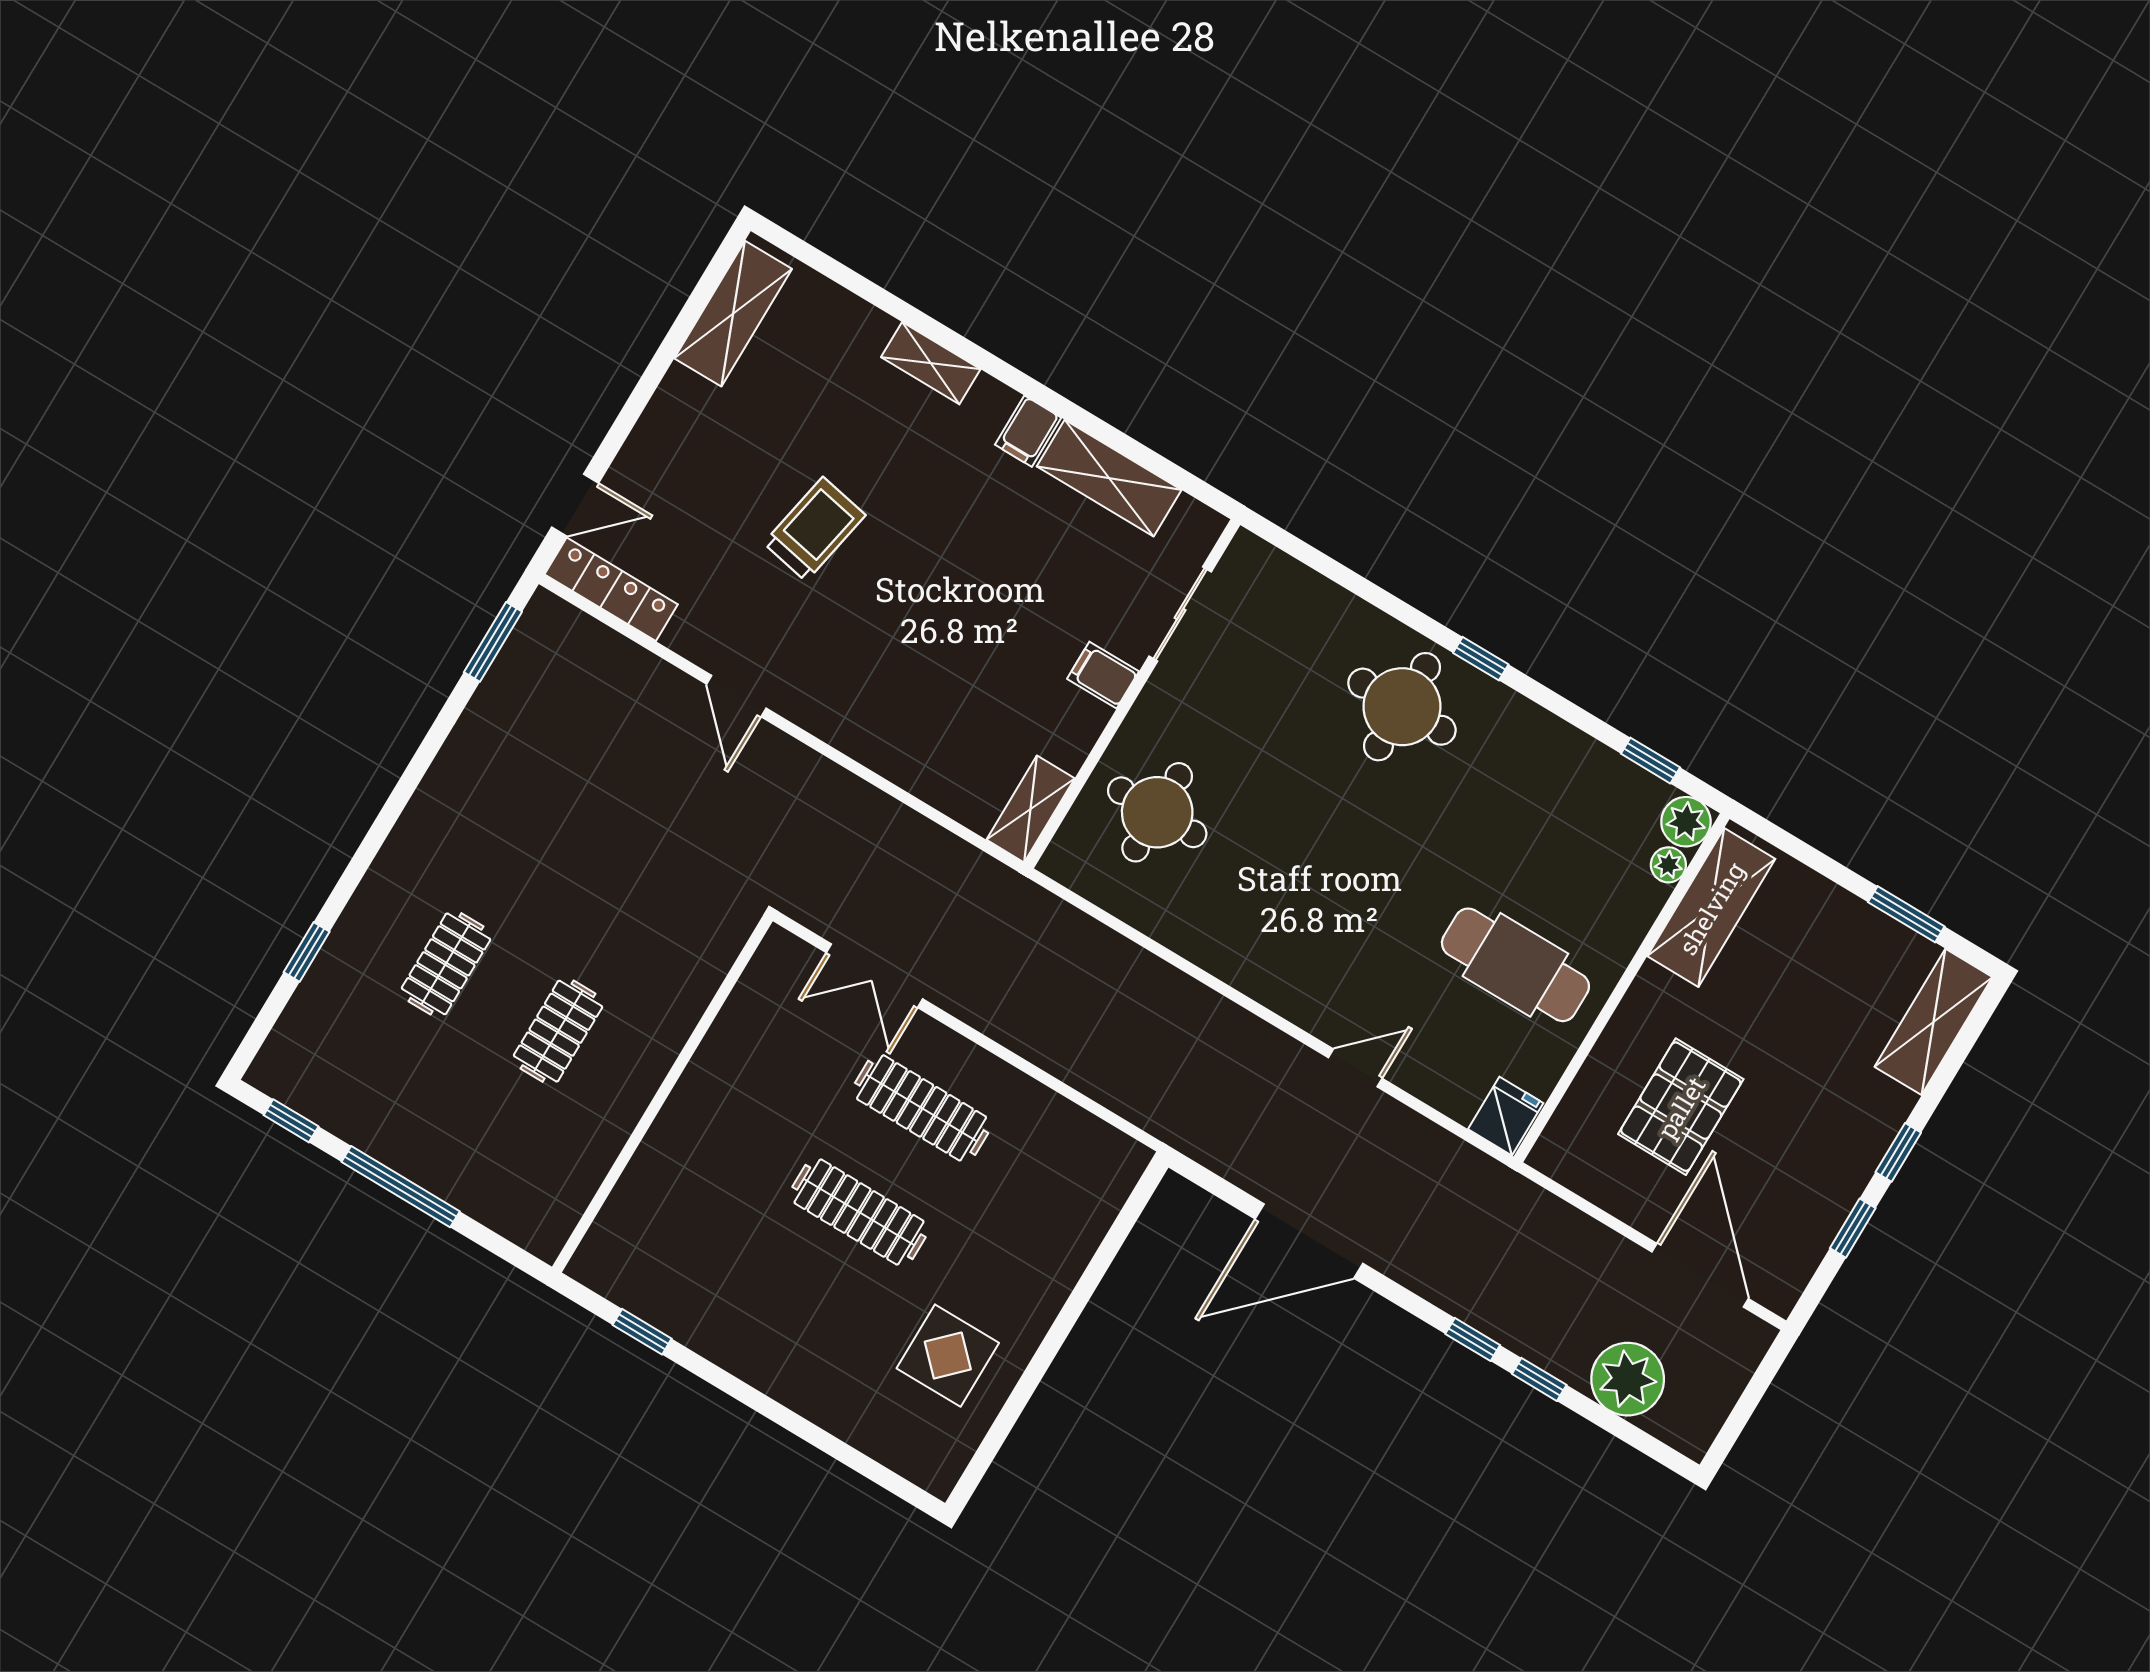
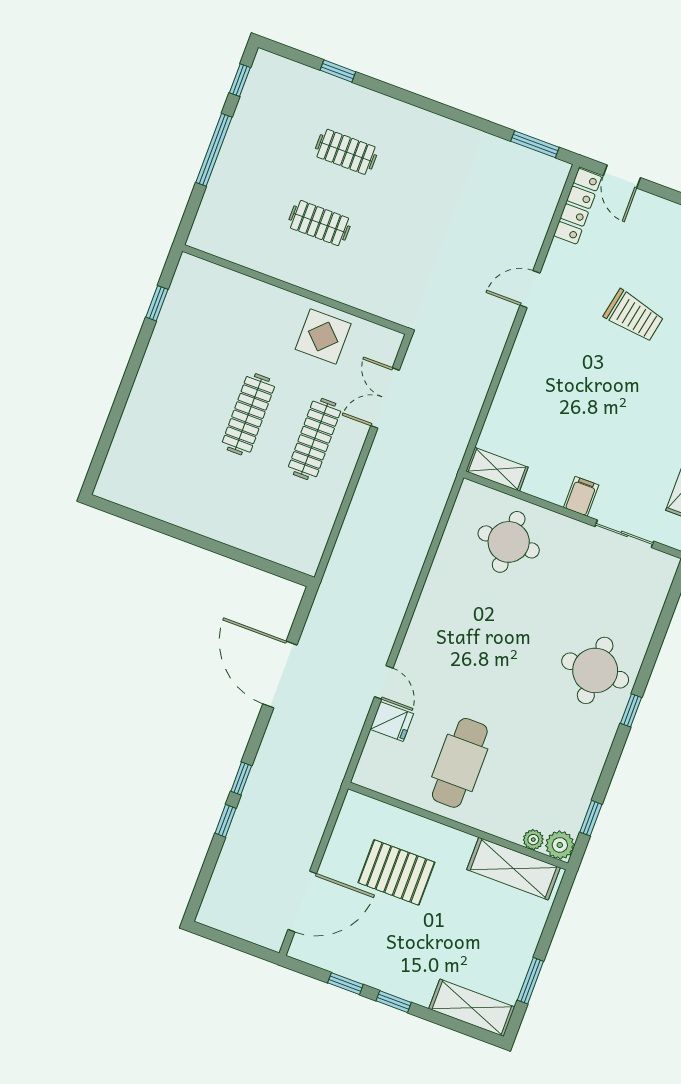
fridge: (1506, 1116) -> (392, 722), moved
display table: (948, 1356) -> (323, 336), moved
plant: (1628, 1379) -> (235, 871), removed

